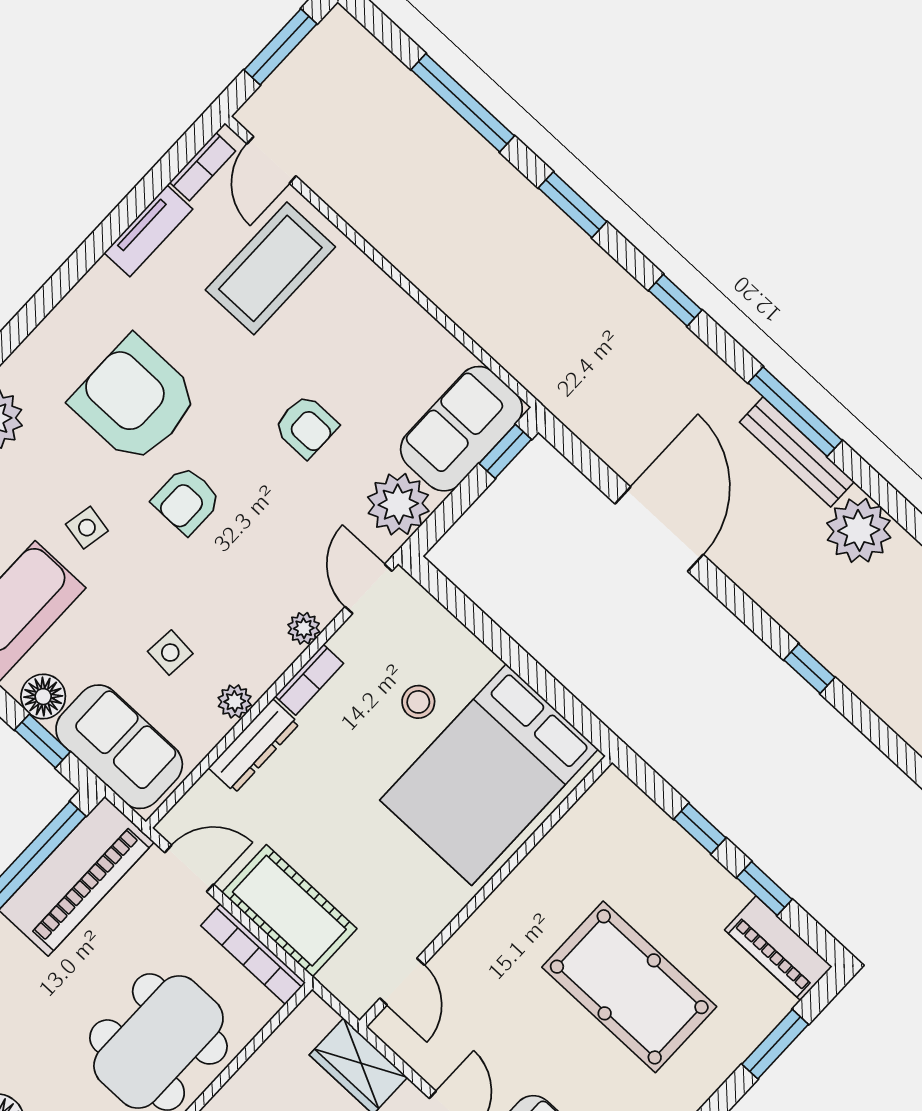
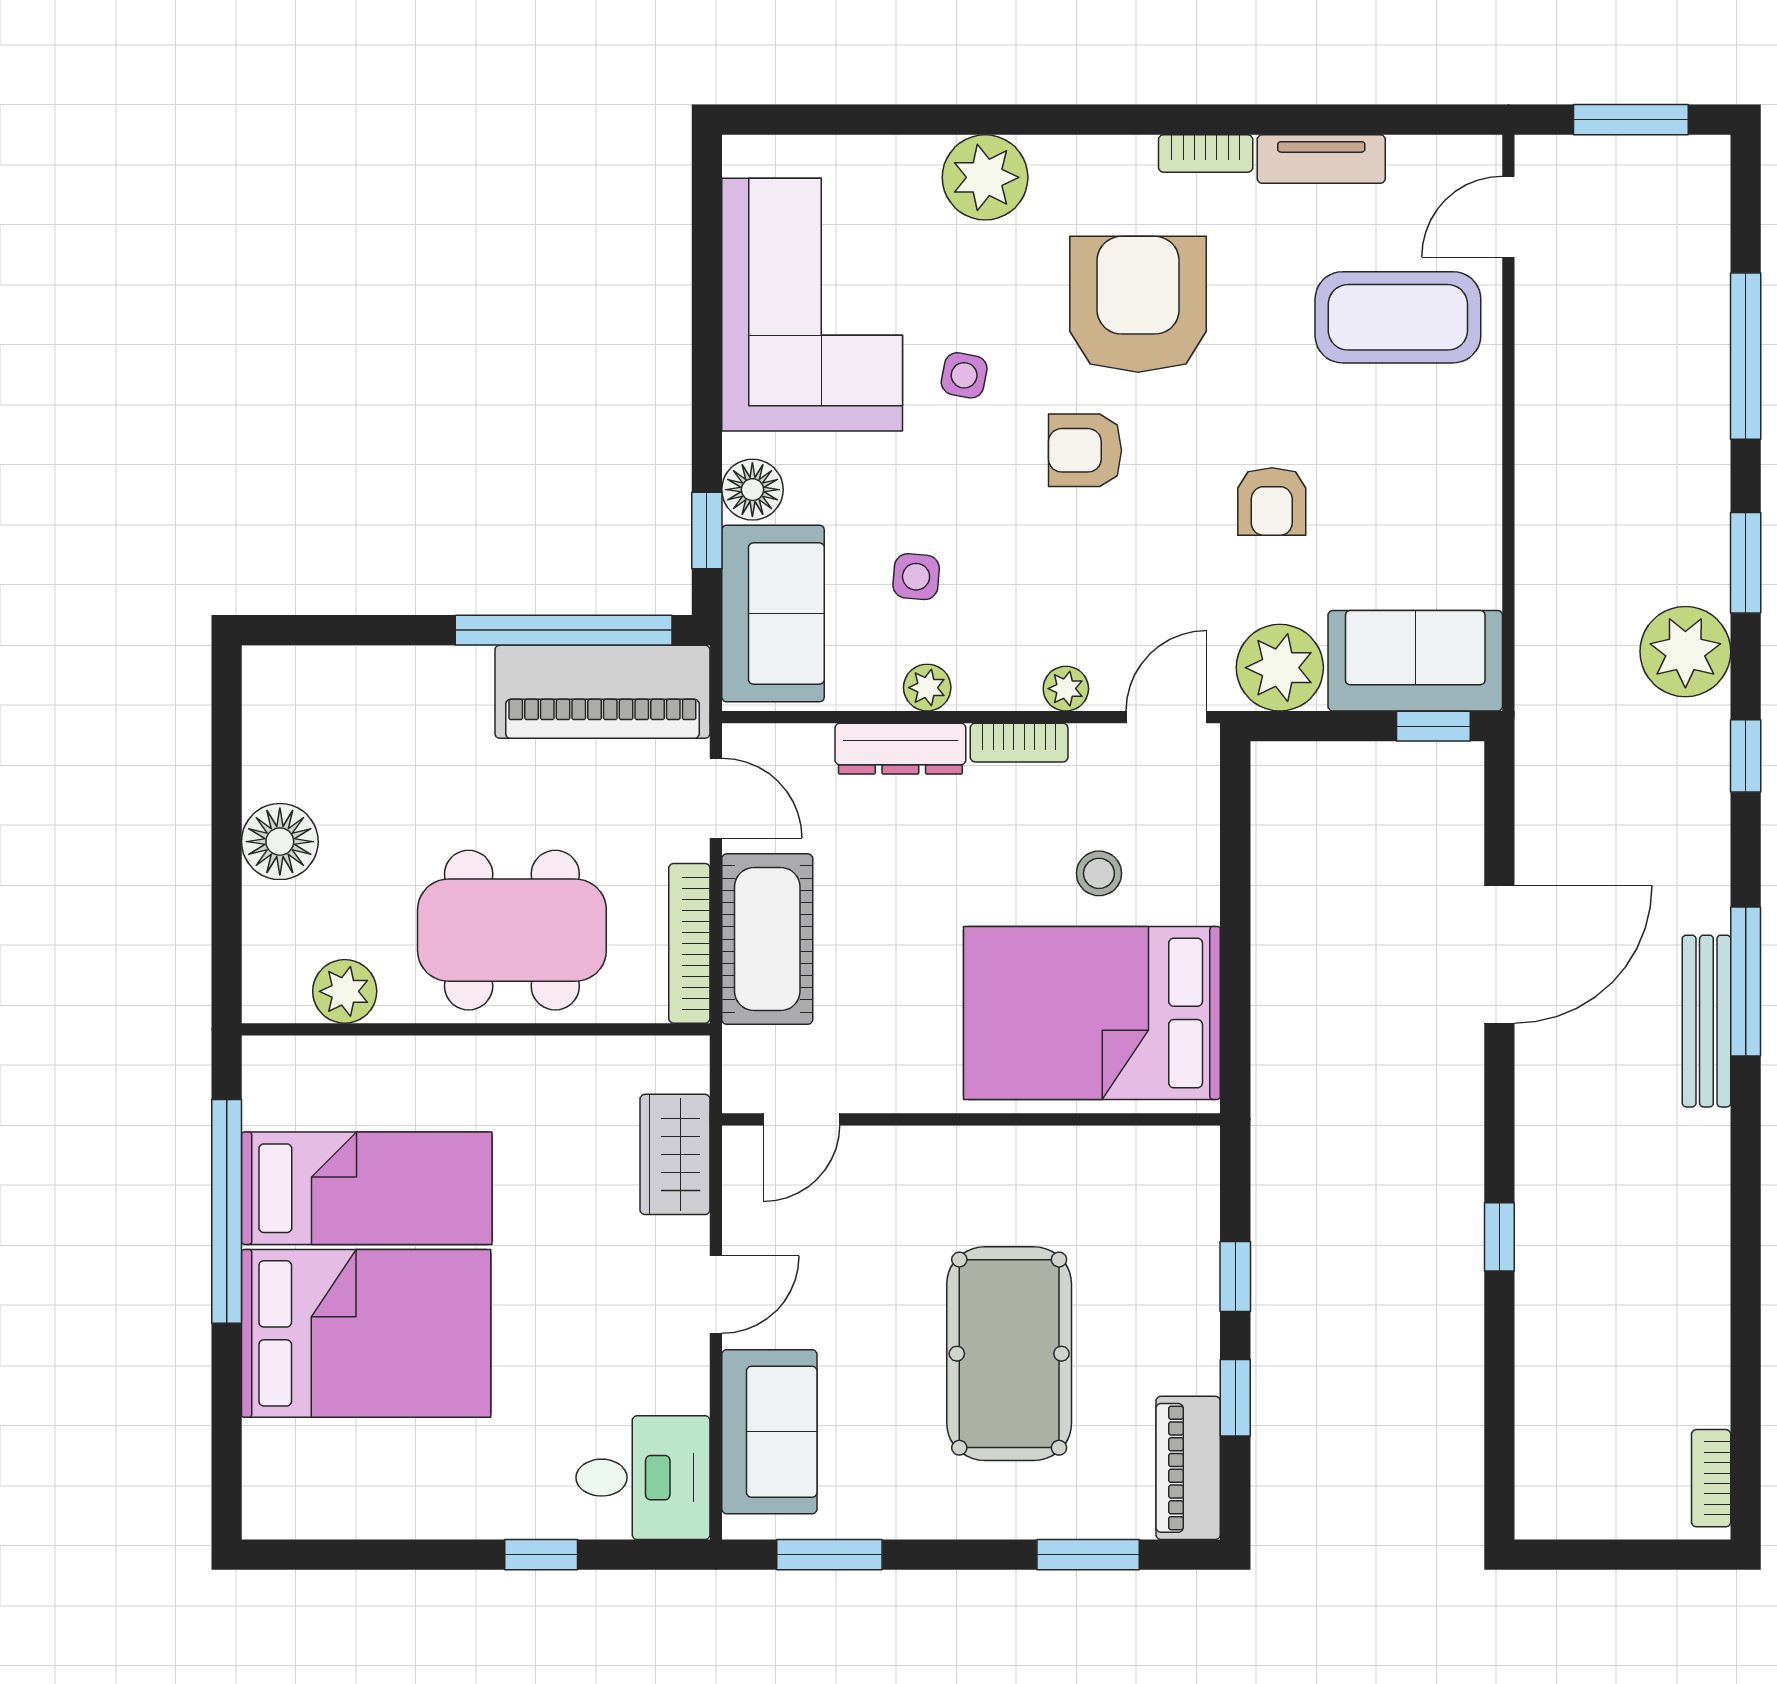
bookcase: (203, 167) -> (1206, 153), moved
plant: (859, 530) -> (1685, 652), moved

